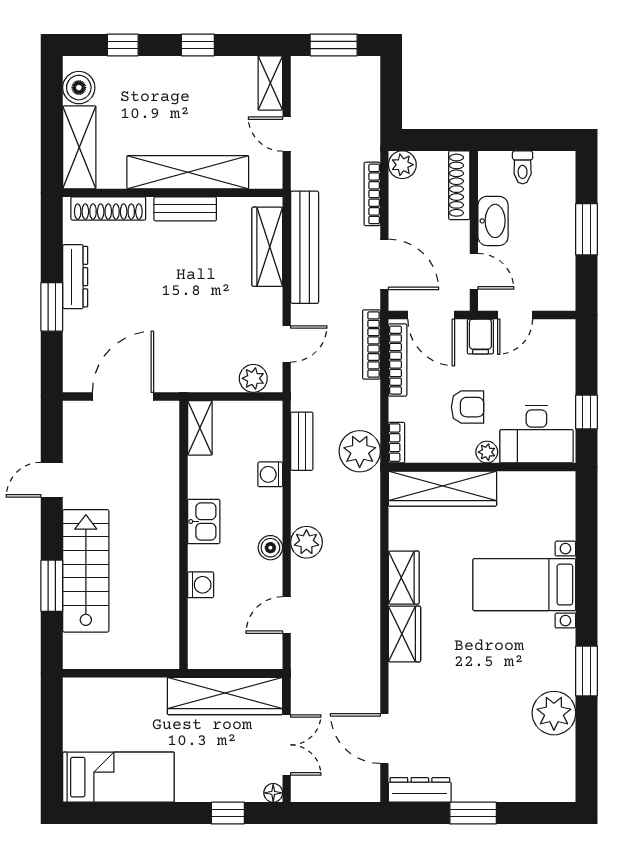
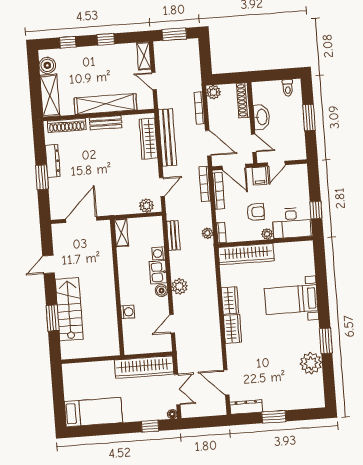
toilet: (523, 167) -> (288, 88), moved
plant: (360, 451) -> (207, 233), width x0.53, depth x0.53
kitchen sink: (204, 521) -> (158, 272), moved, turned 180

